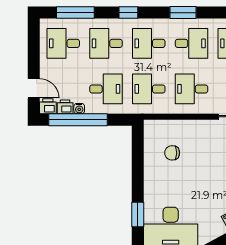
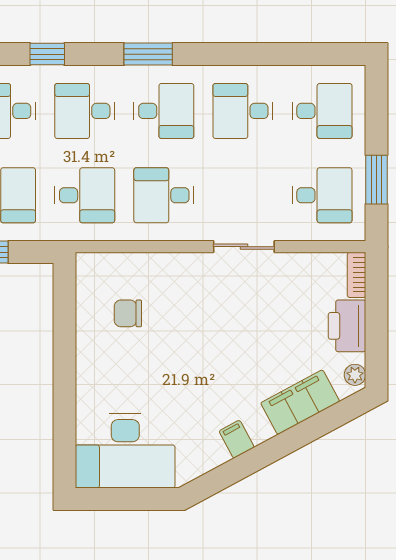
desk: (149, 89) -> (85, 195), turned 180
window: (138, 215) -> (65, 427), removed

